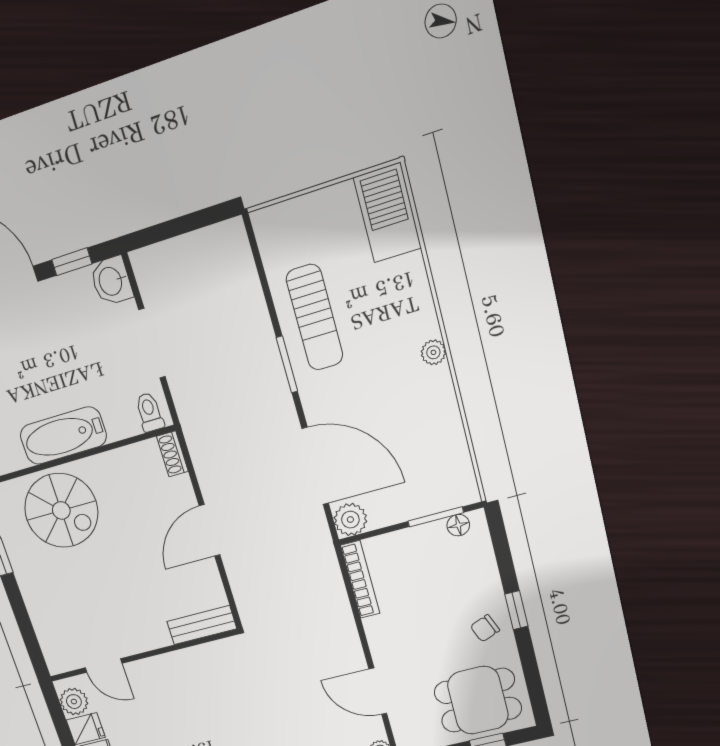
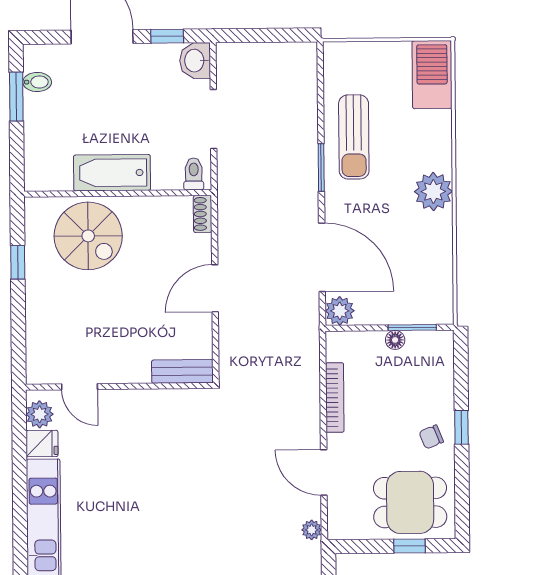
plant: (433, 352) -> (433, 192), width x1.88, depth x1.88
floor lamp: (458, 525) -> (395, 340), moved
bookcase: (360, 580) -> (335, 398), moved

